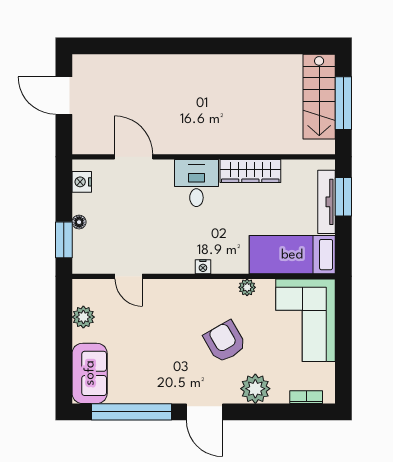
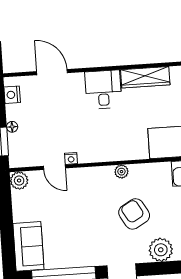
nightstand: (203, 267) -> (71, 158), moved
plant: (247, 287) -> (121, 172), moved
plant: (83, 317) -> (19, 181), moved

